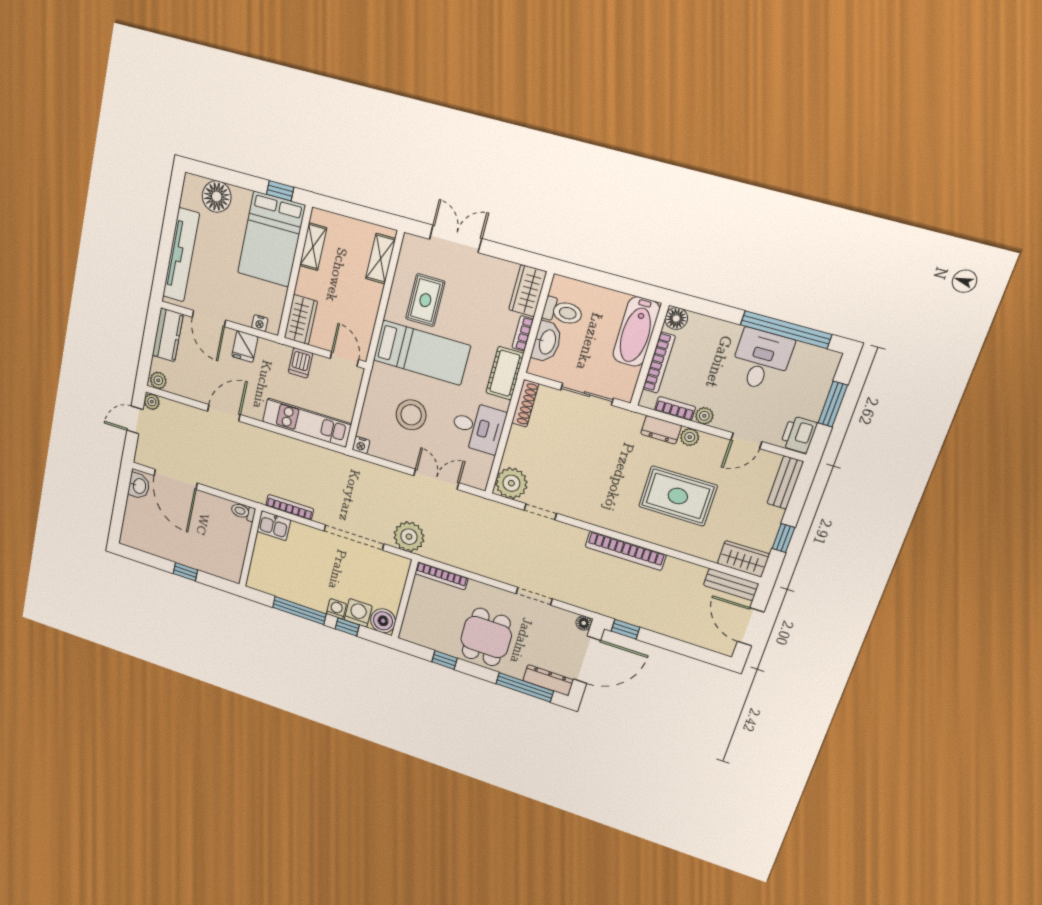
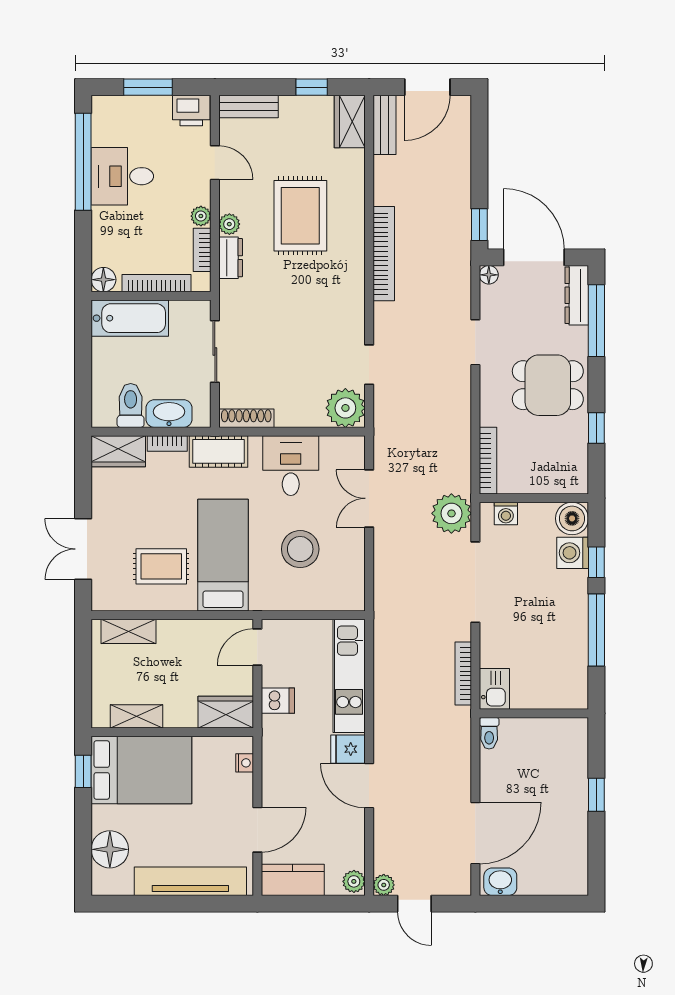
fridge: (245, 347) -> (348, 749), moved, turned 180
nightstand: (361, 445) -> (356, 601), removed
washing machine: (336, 609) -> (506, 513), moved, turned -90

